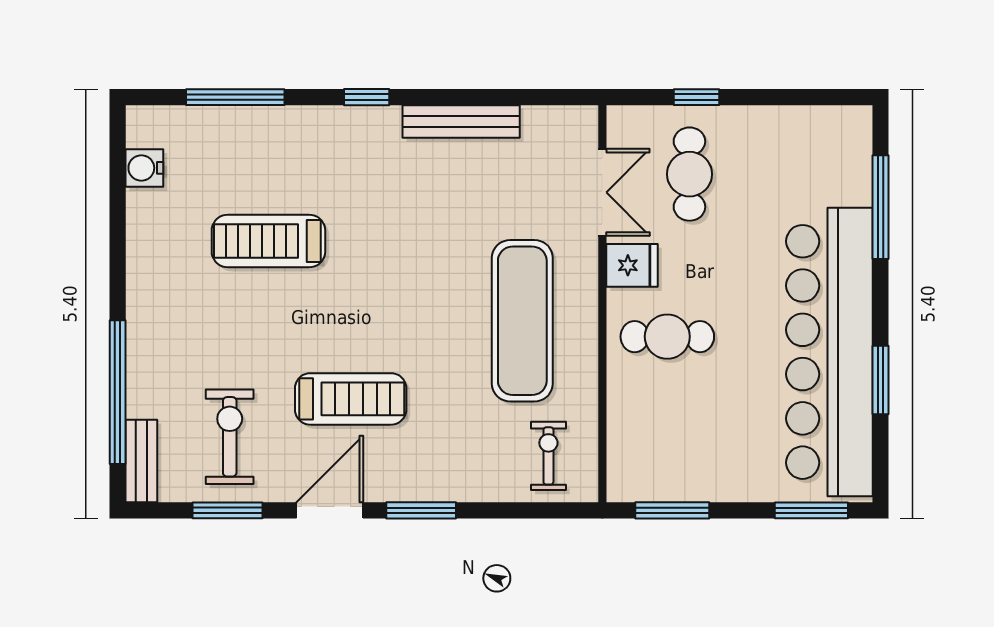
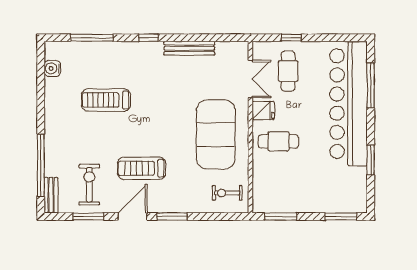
exercise mat: (522, 321) -> (216, 134), width x1.47
bar counter: (829, 352) -> (349, 104), moved
treadmill: (351, 399) -> (142, 168), turned 180
exercise bike: (548, 456) -> (227, 193), turned -90

